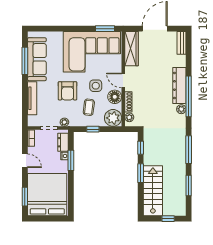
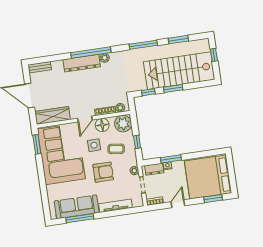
stairs: (153, 191) -> (179, 71), width x1.36, depth x1.51

